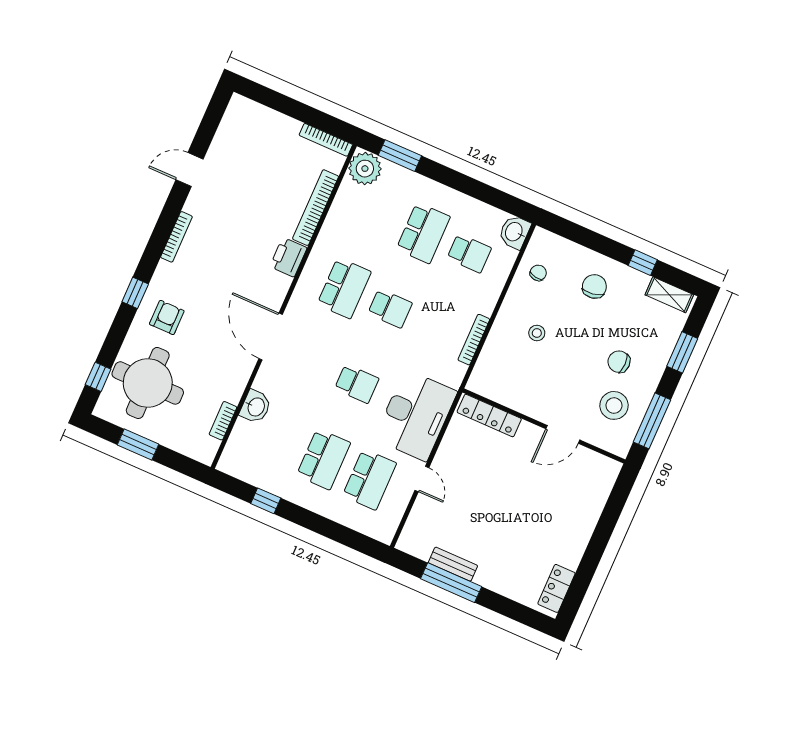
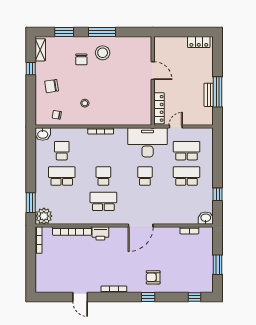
round table: (148, 383) -> (187, 273), removed
washbasin: (256, 407) -> (206, 218), moved
locker: (489, 415) -> (159, 108), moved
wall: (544, 426) -> (153, 81), moved
door: (563, 434) -> (153, 71), moved

